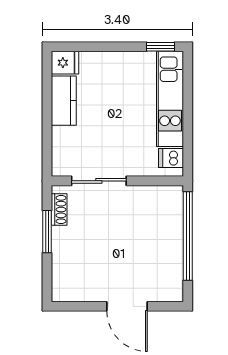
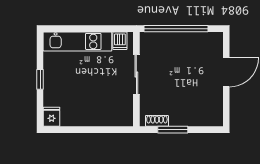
window: (160, 47) -> (40, 79), moved
kitchen counter: (64, 101) -> (79, 118), removed
sliding door: (99, 181) -> (136, 75), moved

